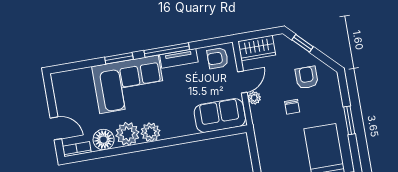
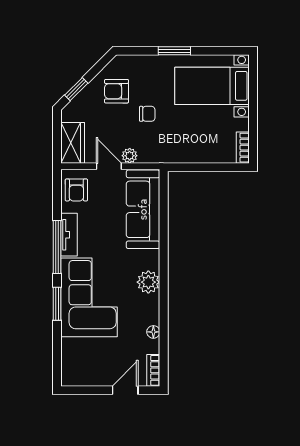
sofa: (220, 116) -> (143, 209), width x1.36
plant: (127, 134) -> (146, 309), removed
floor lamp: (104, 140) -> (153, 332), width x0.53, depth x0.53

